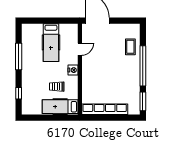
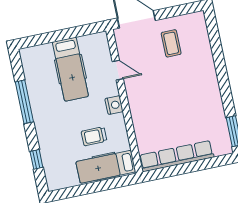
coffee table: (130, 47) -> (171, 43), moved
door: (80, 49) -> (118, 70), hinge flipped
window: (143, 66) -> (222, 76), removed

